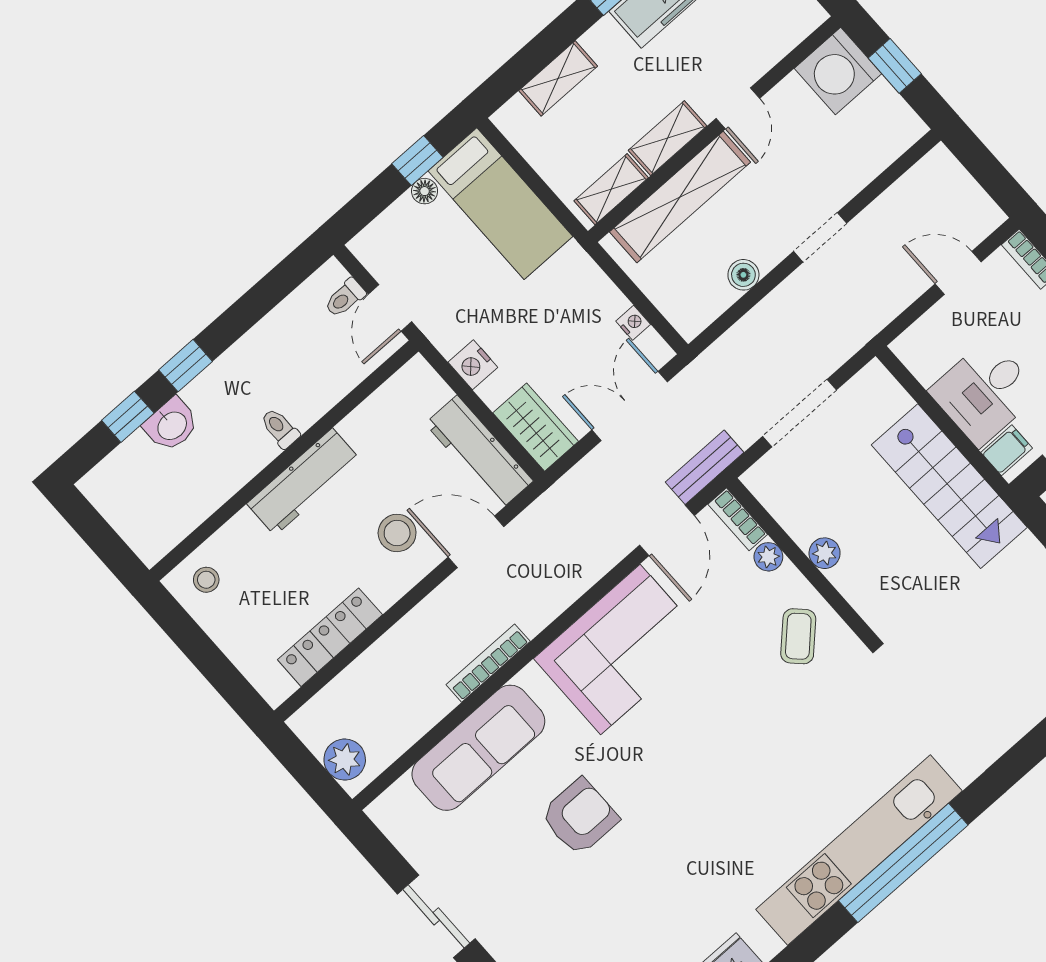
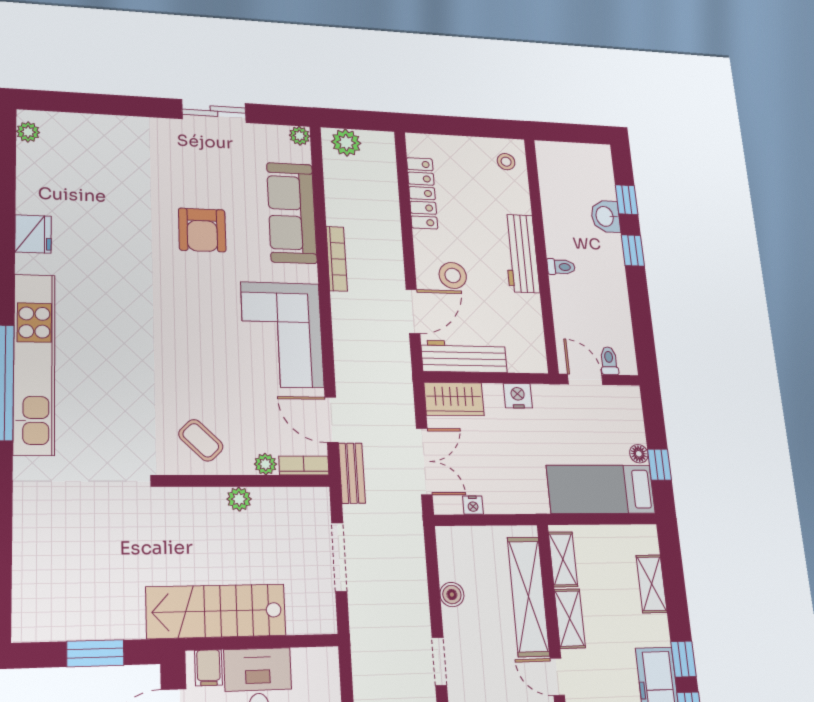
plant: (382, 811) -> (300, 136), added

